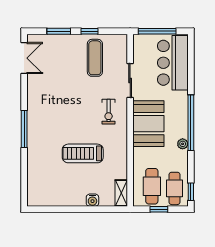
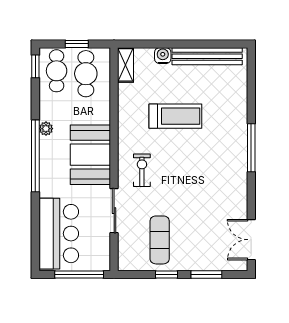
bench: (58, 200) -> (207, 56), added

